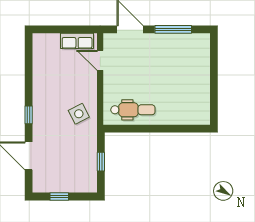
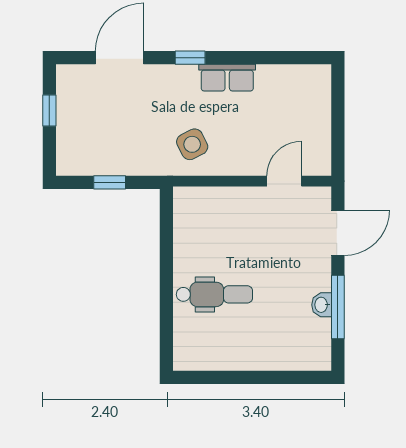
washbasin: (172, 39) -> (322, 305), added
row of seats: (77, 41) -> (227, 78), moved, turned -90
dental chair: (133, 110) -> (214, 294), moved, turned -90

